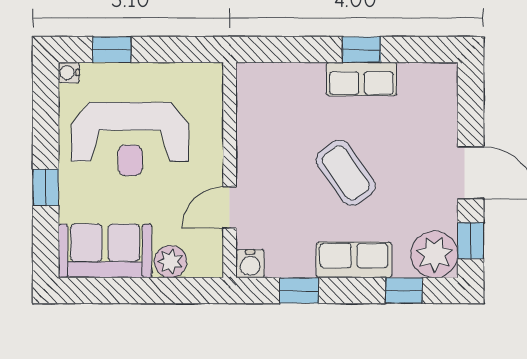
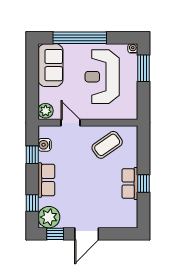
window: (112, 50) -> (143, 68), width x1.50
coffee table: (346, 173) -> (107, 145), moved
window: (46, 187) -> (80, 38), width x3.17
plant: (170, 262) -> (46, 111), moved
water cooler: (250, 264) -> (45, 145), moved

